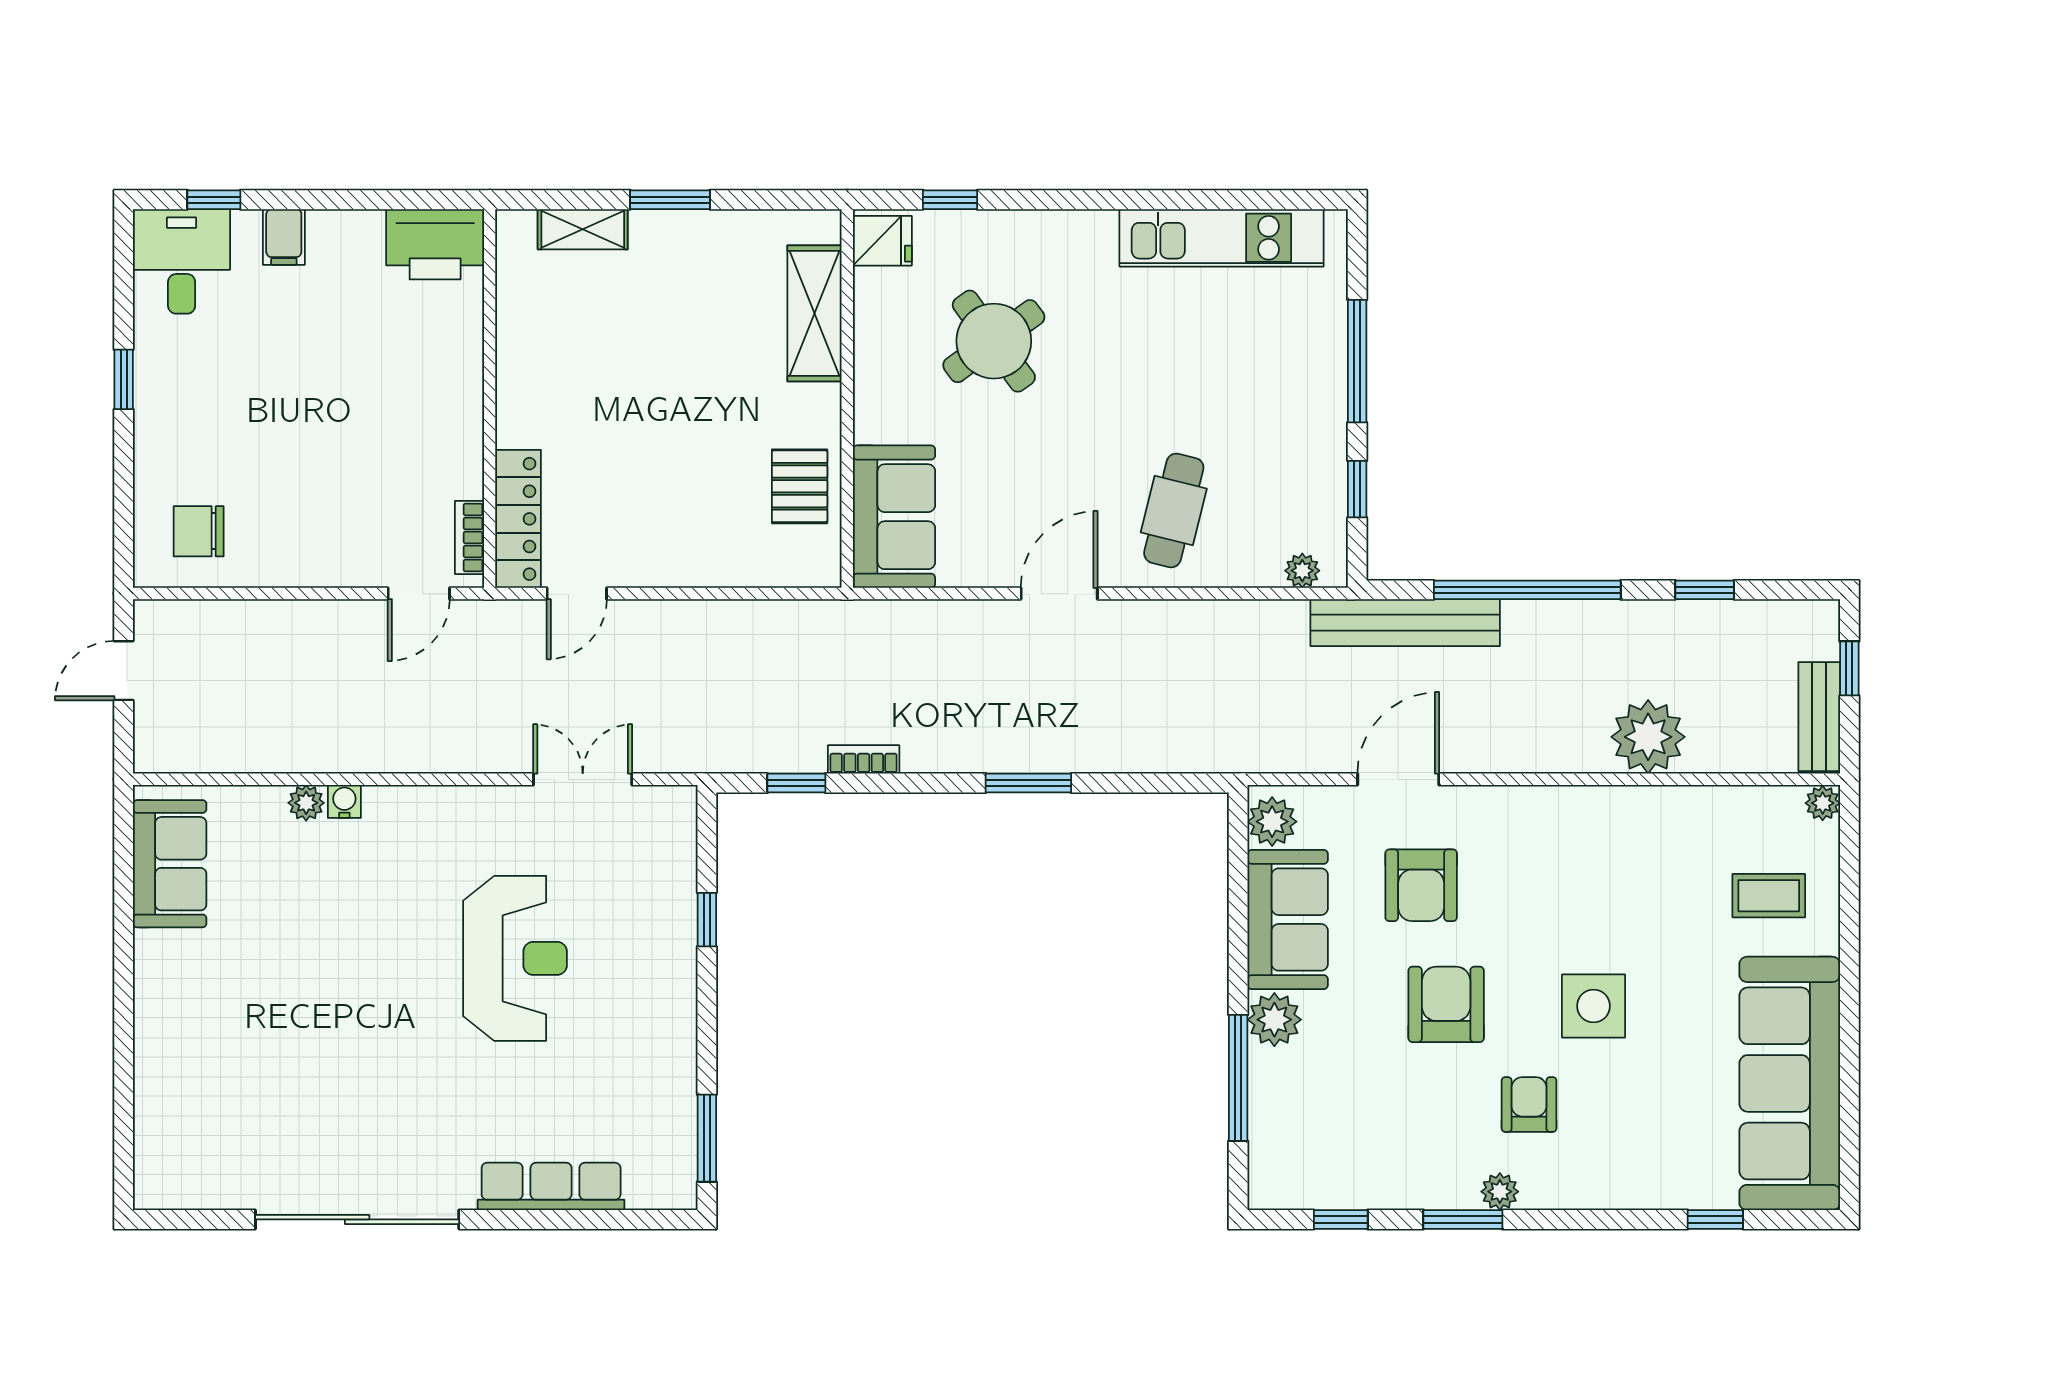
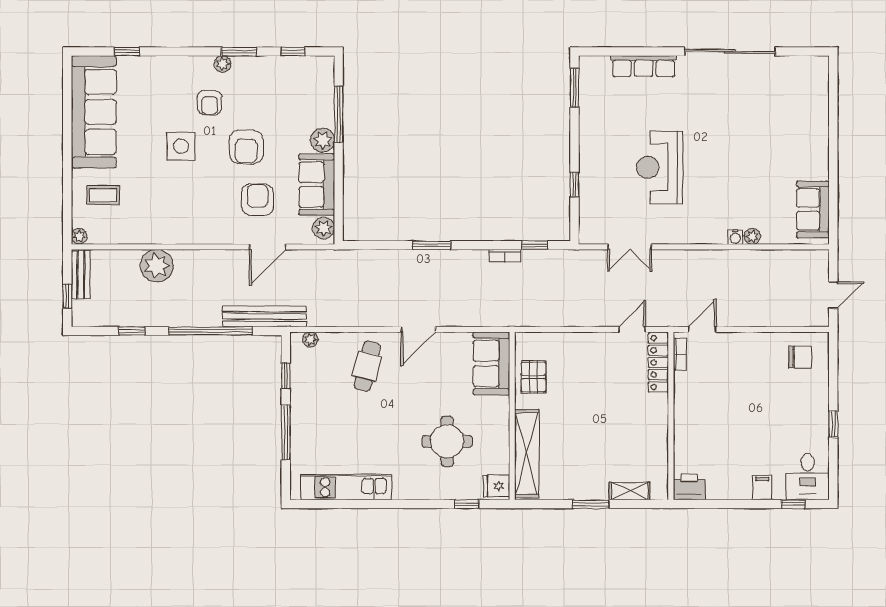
printer: (435, 244) -> (689, 487), width x0.73, depth x0.84
shelving: (814, 313) -> (527, 454), width x1.47
round table: (994, 341) -> (447, 441), turned 36

